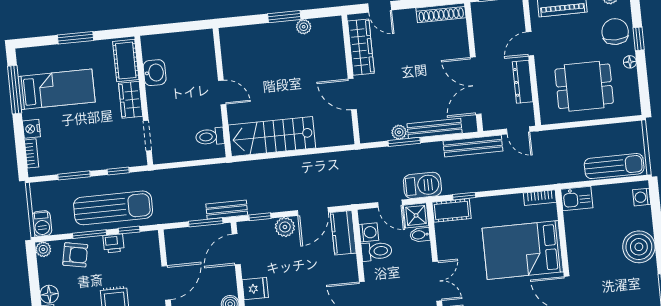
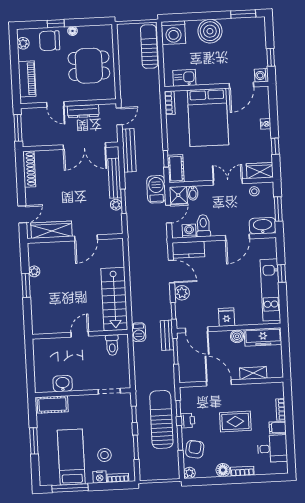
dining table: (584, 86) -> (89, 66), turned 90
wardrobe: (131, 100) -> (82, 402), removed
stool: (61, 134) -> (104, 455), added
washing machine: (642, 197) -> (173, 33), width x1.89, depth x1.89
kitchen sink: (577, 198) -> (184, 78), moved, turned -90
barbecue: (42, 224) -> (139, 332), moved, turned 90

